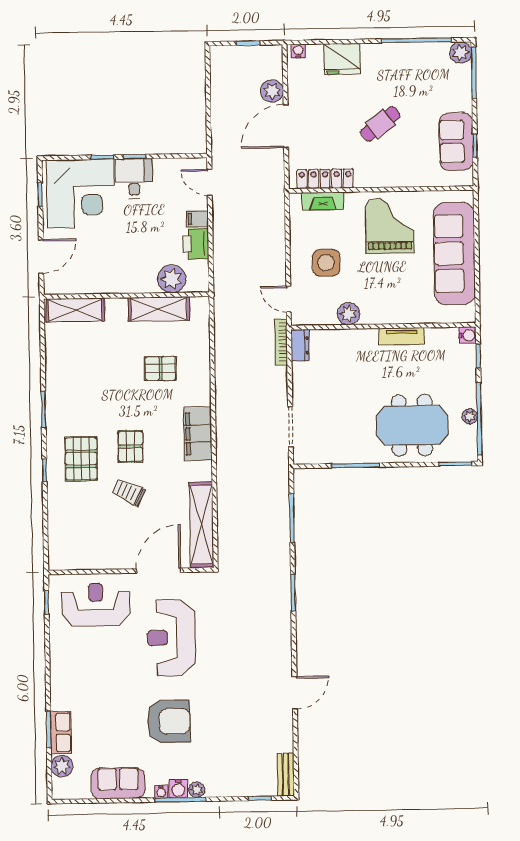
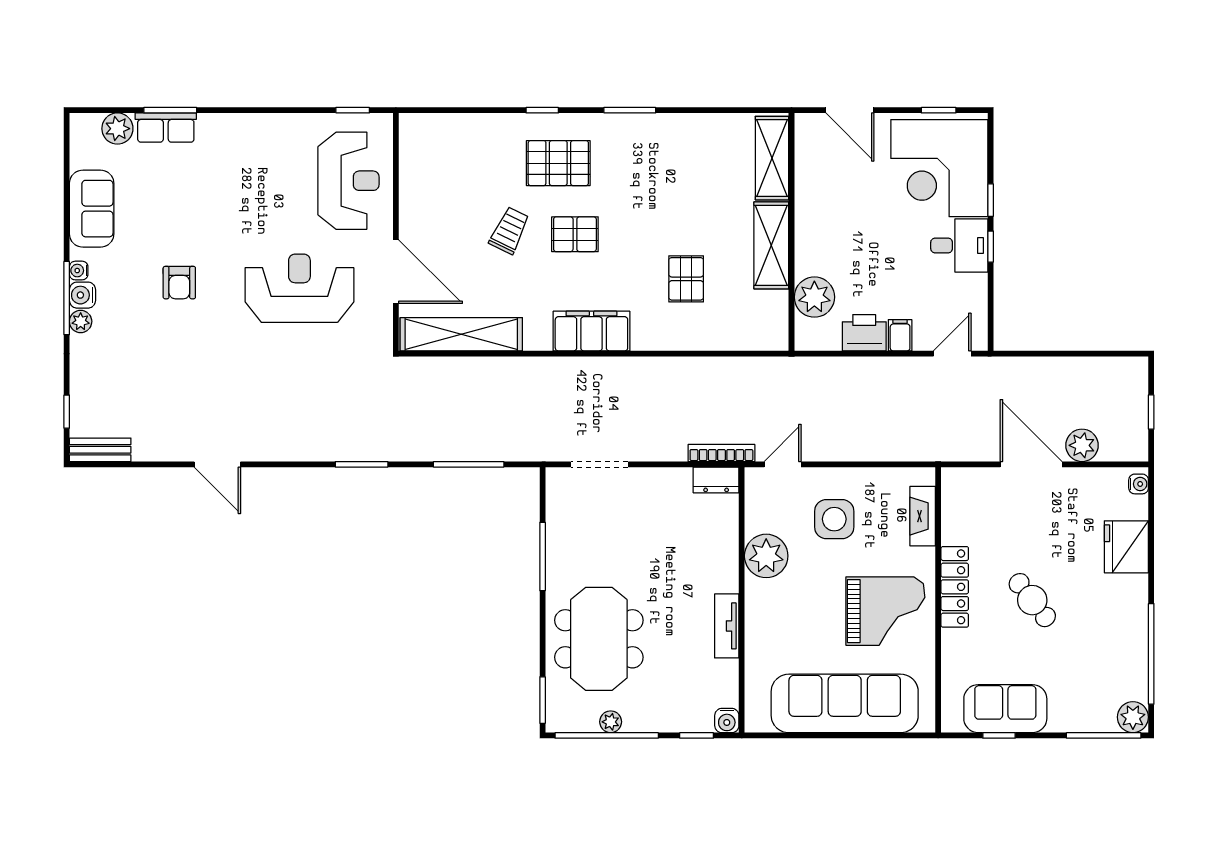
locker: (325, 179) -> (955, 587), moved
shelving: (159, 309) -> (771, 245), moved
plant: (349, 314) -> (766, 556), width x1.36, depth x1.36
armchair: (169, 721) -> (179, 283), width x0.53, depth x0.53

